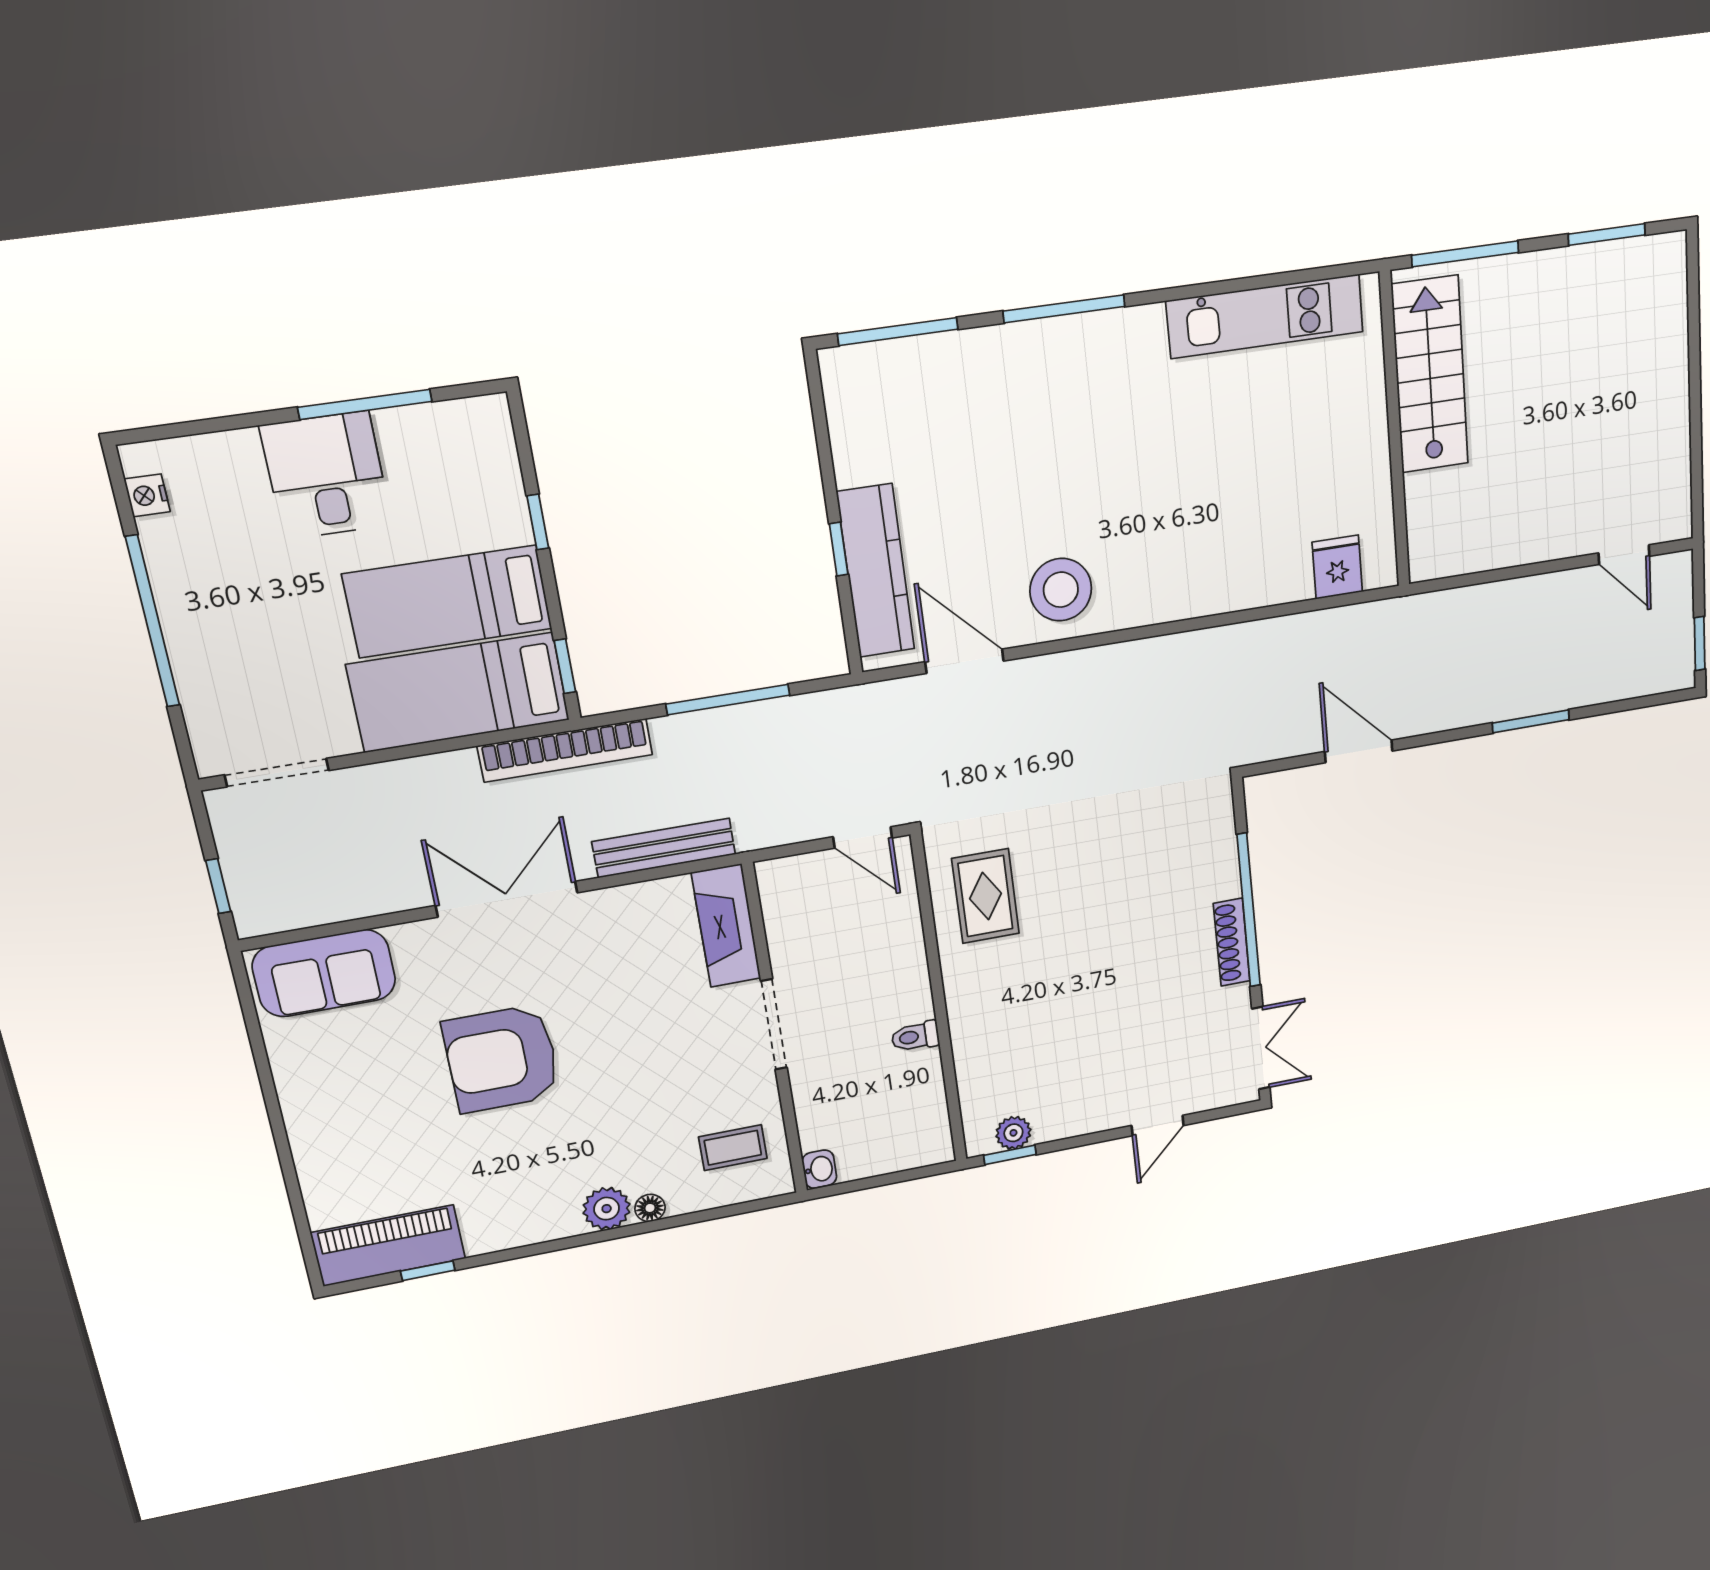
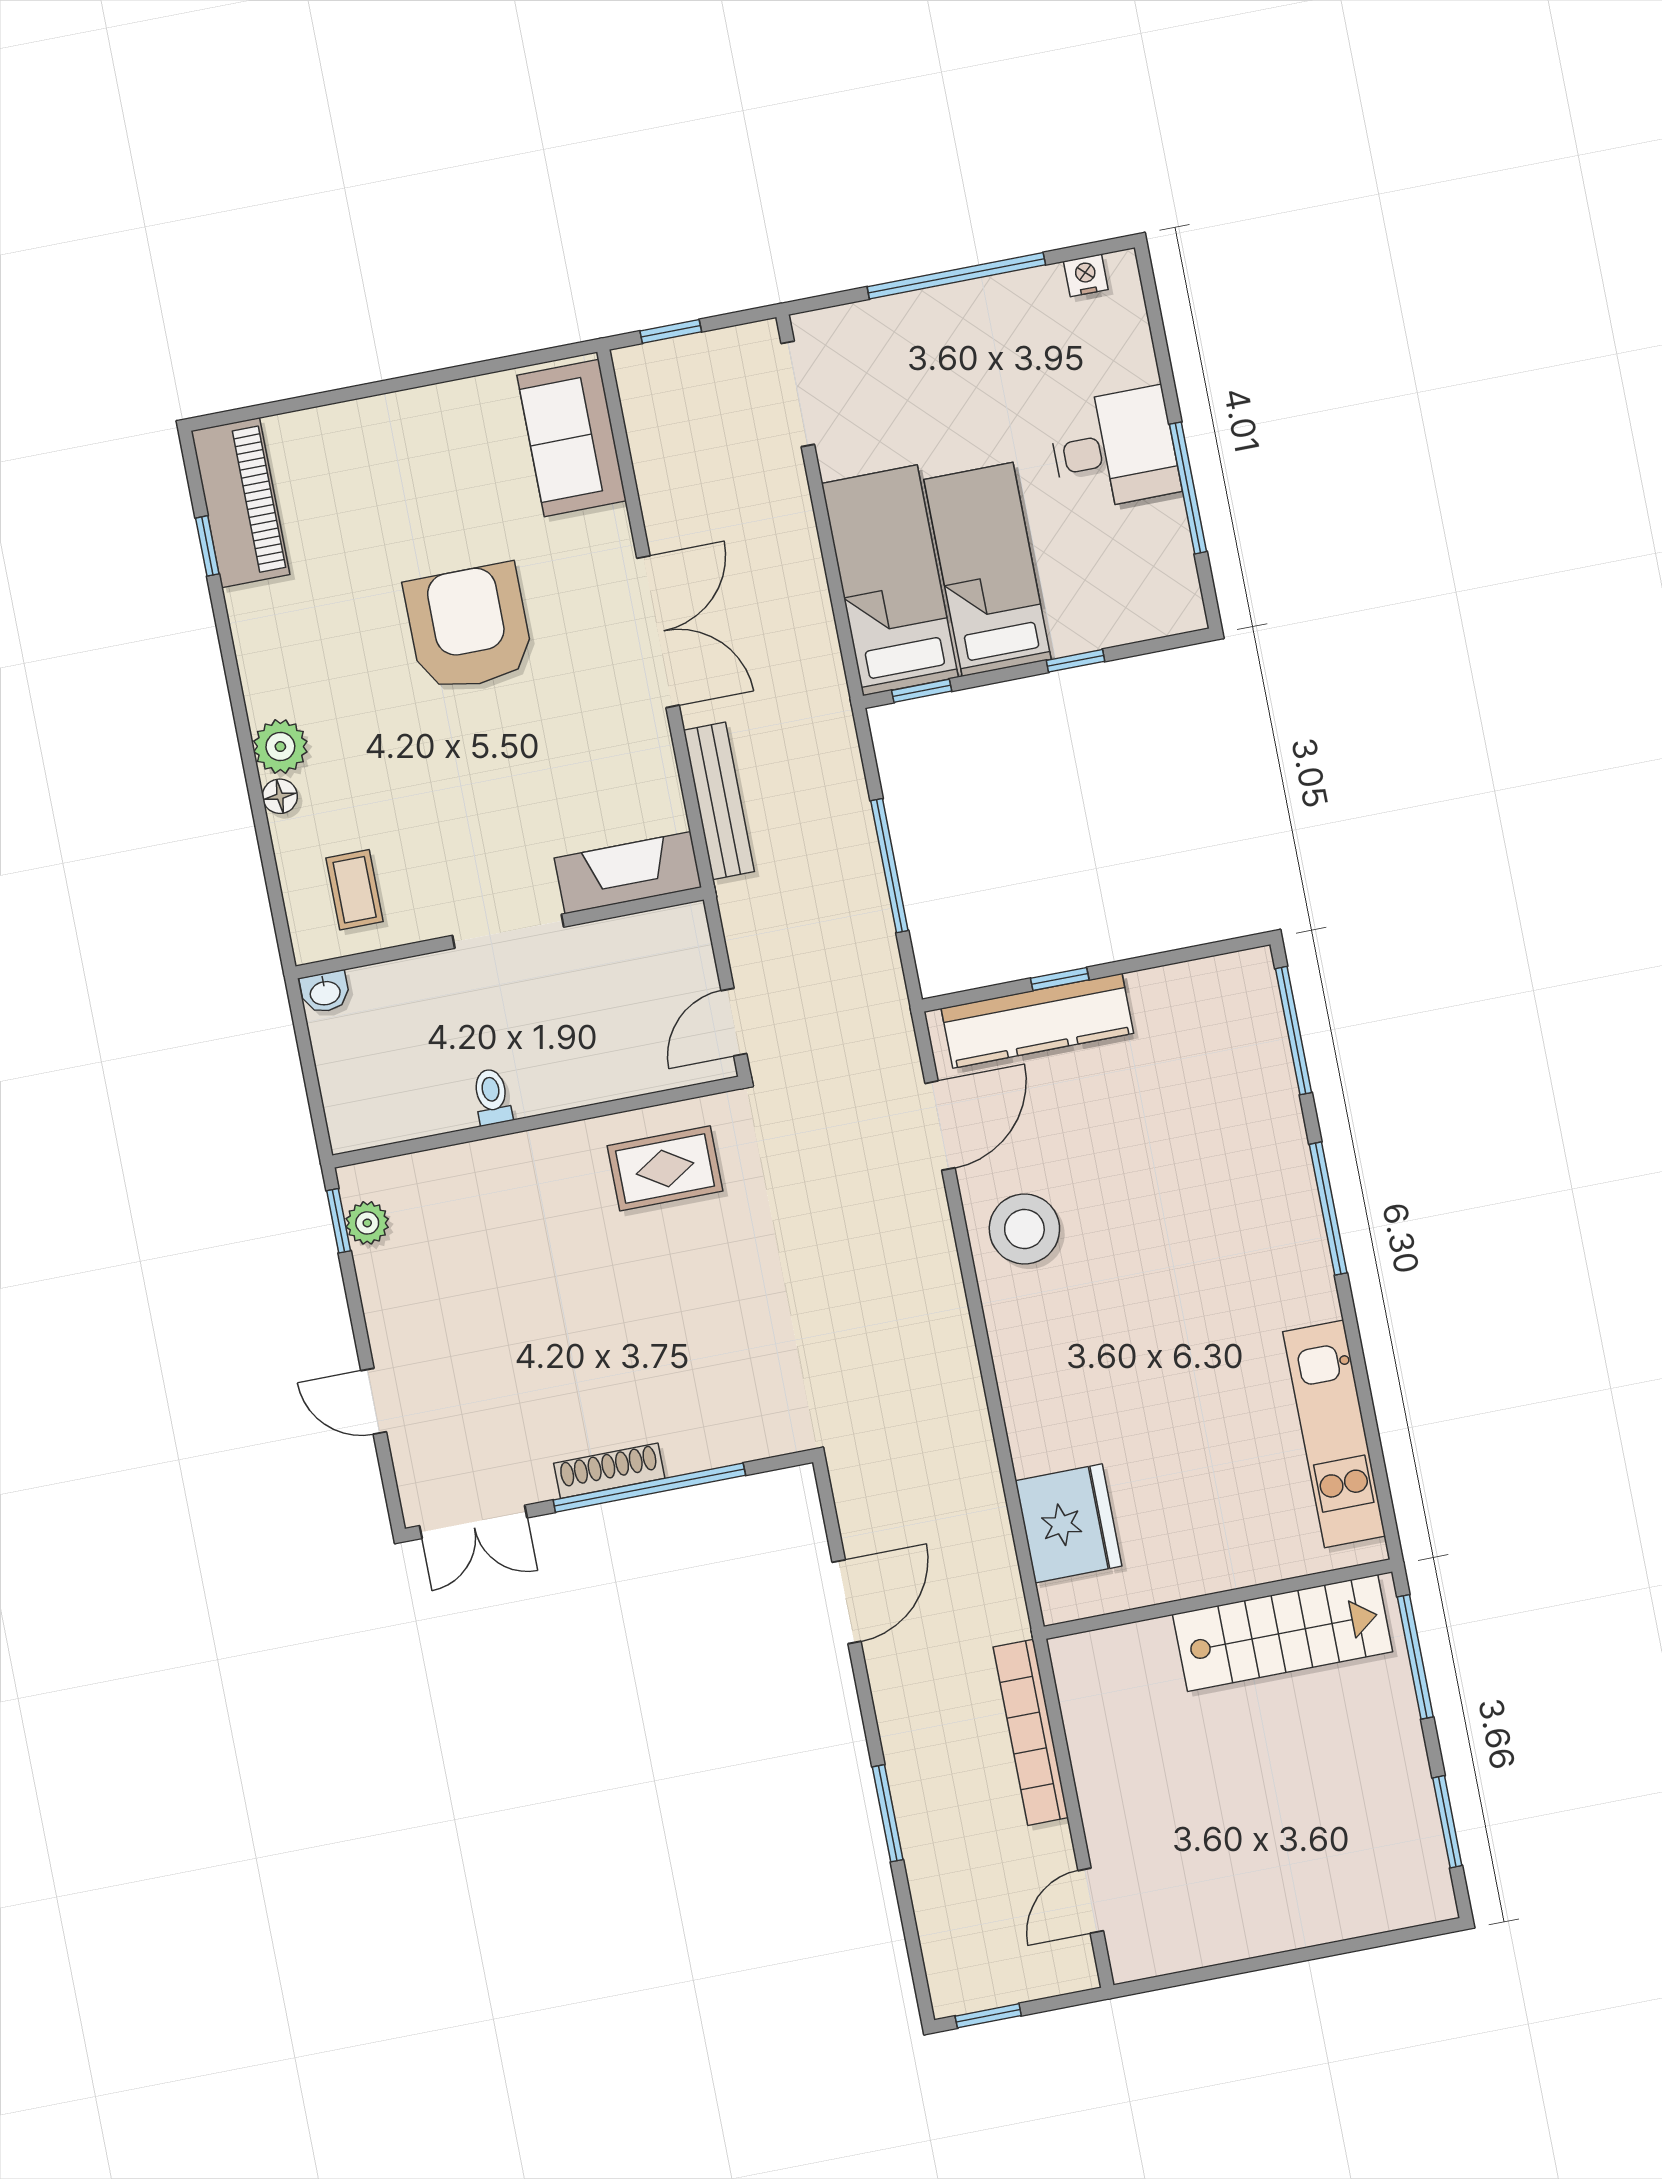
fridge: (1337, 567) -> (1069, 1523), width x1.88, depth x1.34
bookcase: (565, 750) -> (1031, 1732), moved

